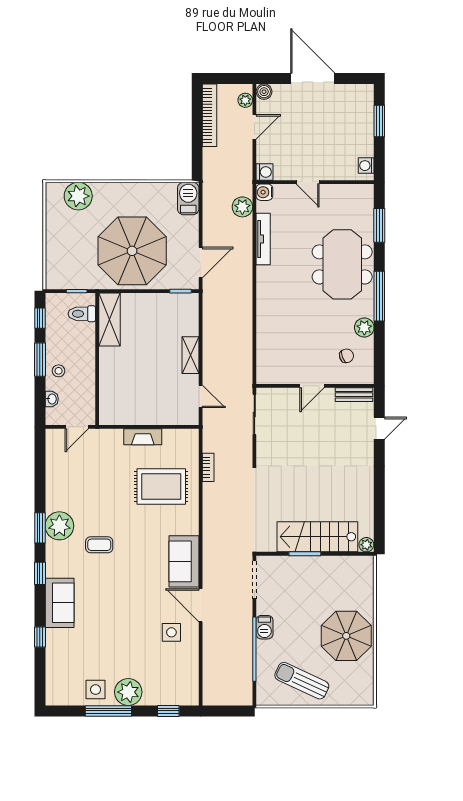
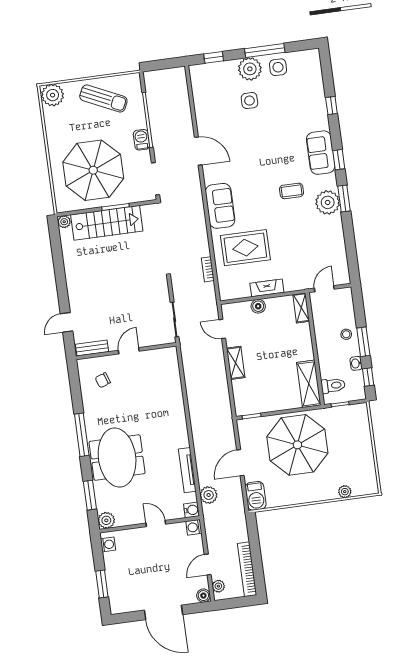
plant: (78, 196) -> (345, 492), width x0.53, depth x0.53
door: (201, 263) -> (240, 463), moved
plant: (364, 327) -> (106, 520), moved
washbasin: (52, 399) -> (356, 363), moved
shelving: (106, 408) -> (301, 308), added
boiler: (156, 417) -> (258, 306), added
sofa: (184, 561) -> (220, 206), moved
sofa: (60, 603) -> (321, 153), moved
side table: (171, 632) -> (249, 101), moved
parasol: (346, 636) -> (93, 170), moved, width x1.36, depth x1.36
plant: (360, 693) -> (53, 95), added

